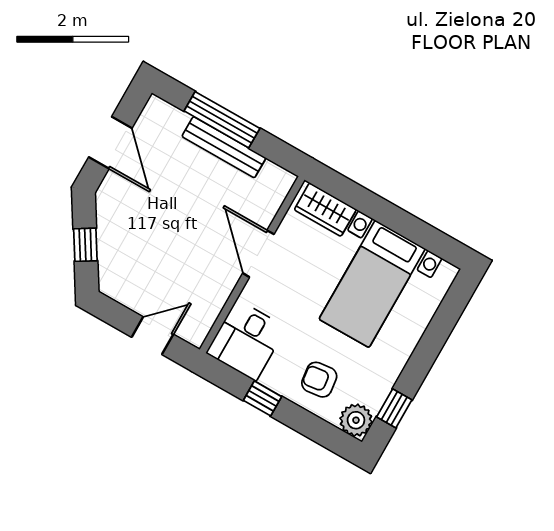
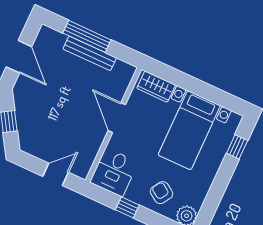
armchair: (319, 380) -> (162, 193), turned 40
window: (394, 408) -> (237, 147), moved

